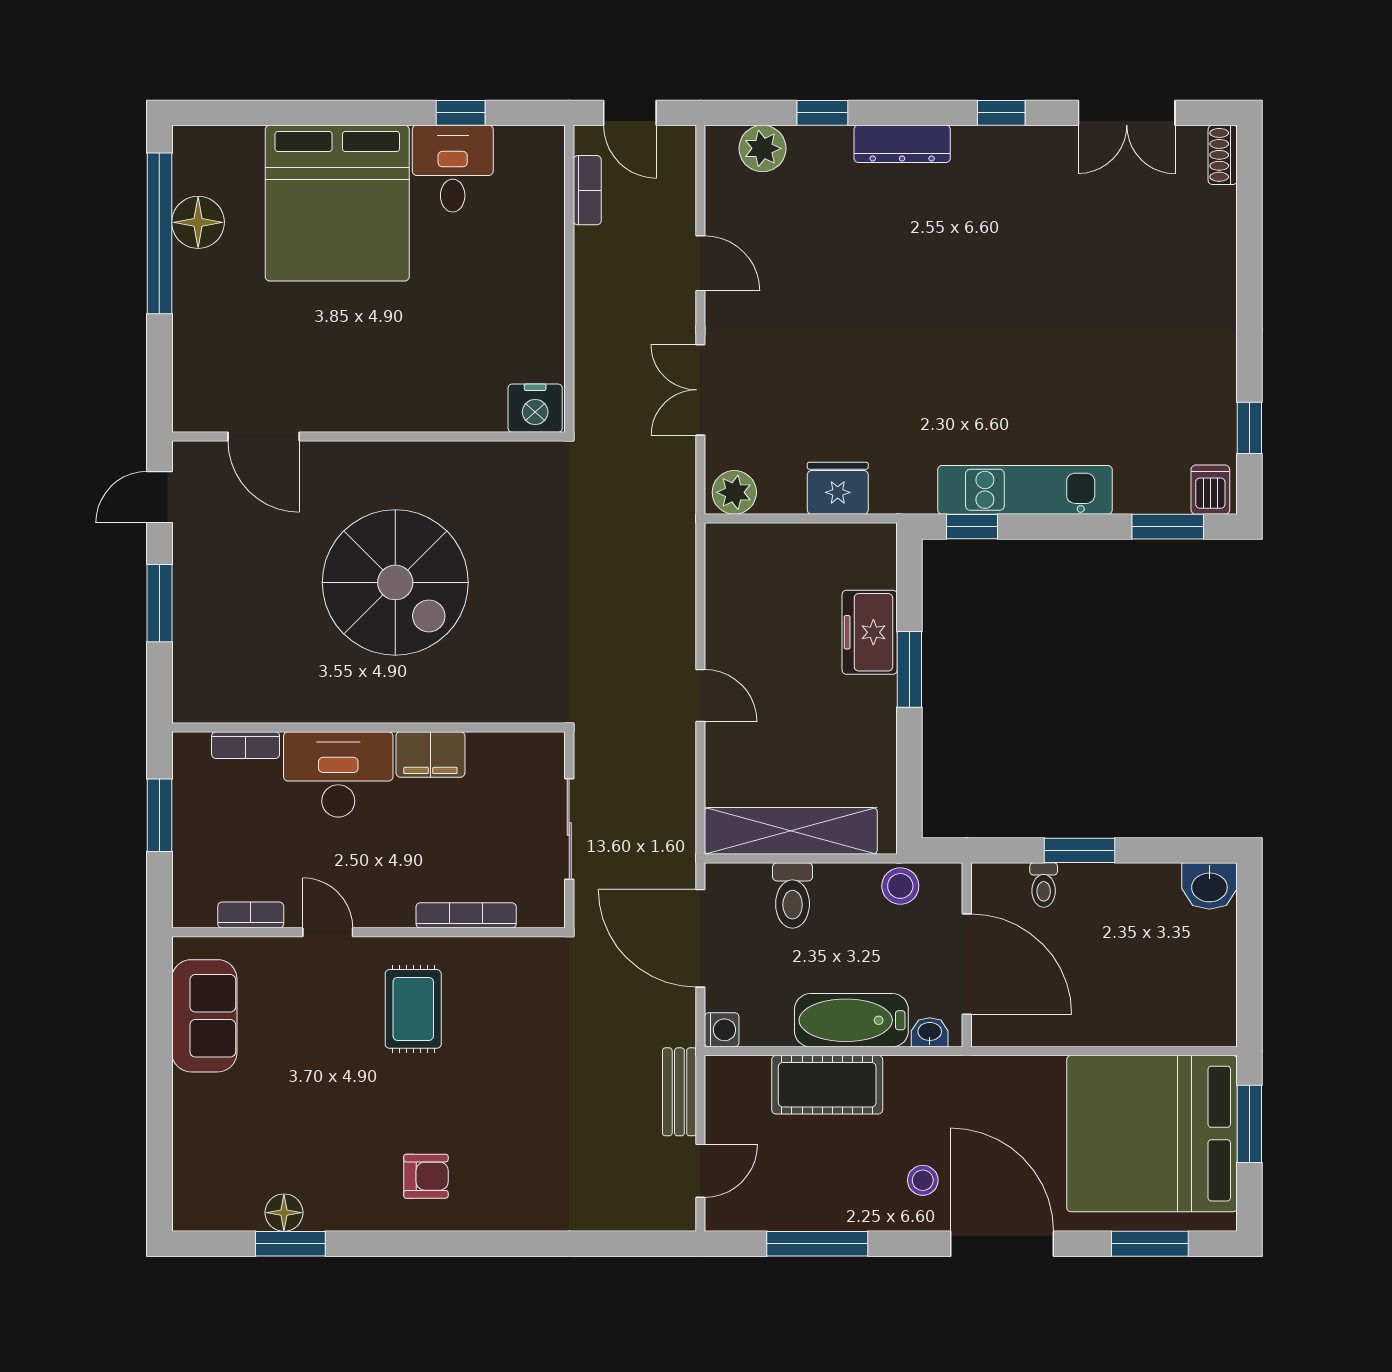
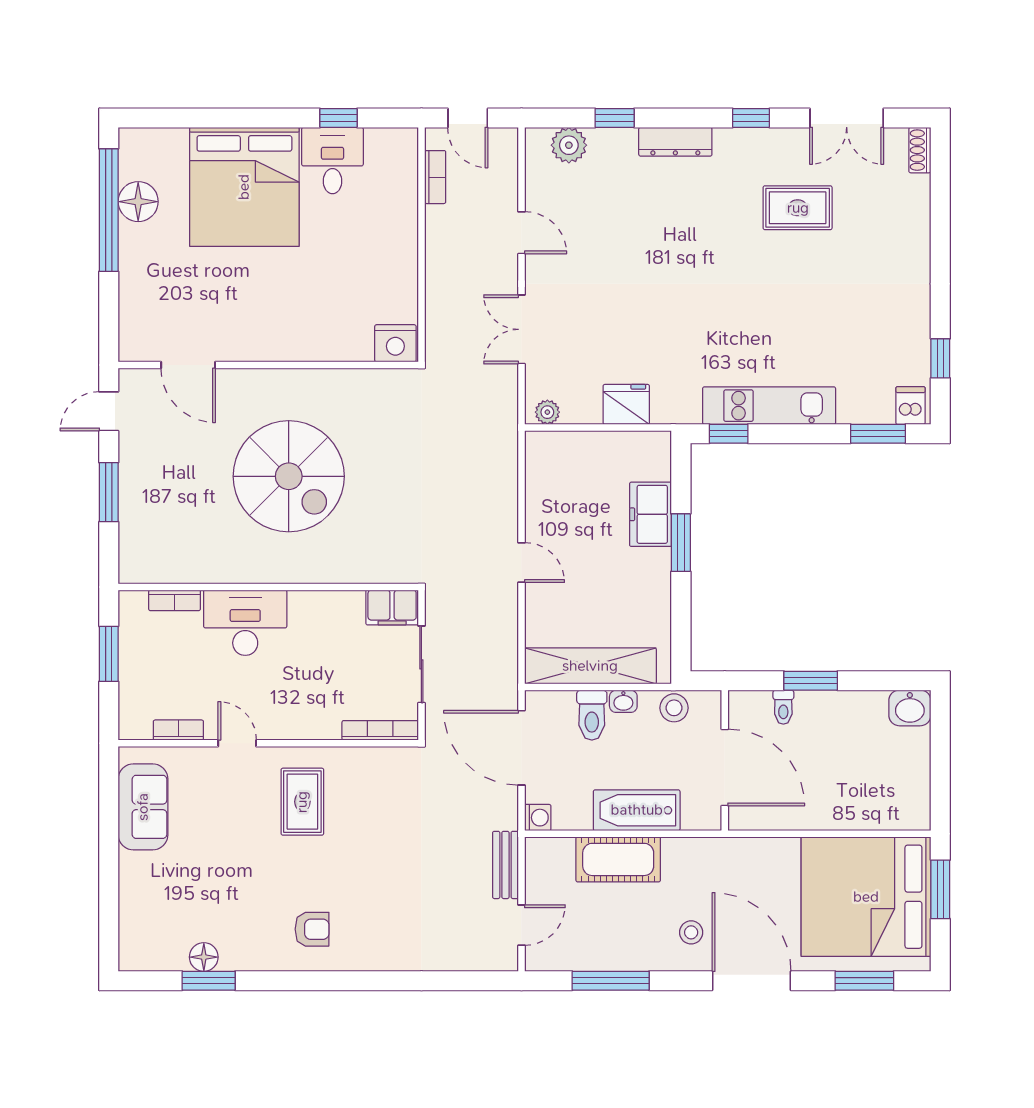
rug: (1062, 230) -> (798, 208), added
plant: (734, 492) -> (547, 412), width x0.73, depth x0.73
filing cabinet: (430, 754) -> (392, 607), moved
bookcase: (466, 915) -> (380, 730), moved
washbasin: (930, 1032) -> (623, 701), moved, turned 180

